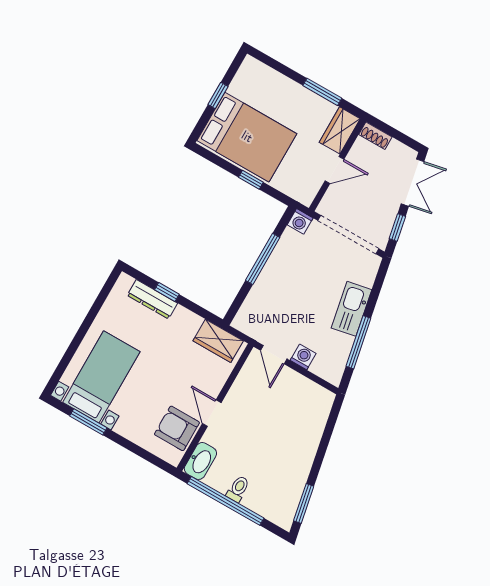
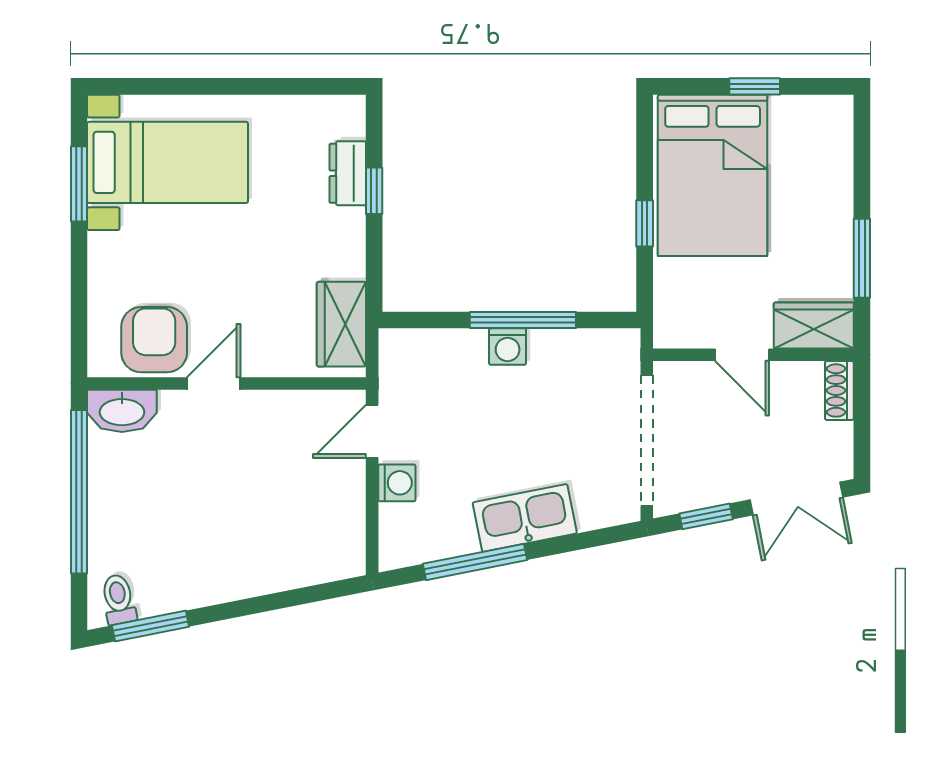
washing machine: (300, 221) -> (508, 347), moved, turned -90
dresser: (152, 299) -> (348, 173), width x0.70
toilet: (238, 489) -> (119, 599), moved, turned -101

